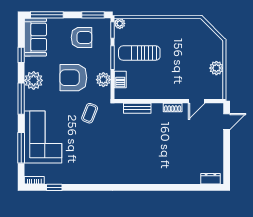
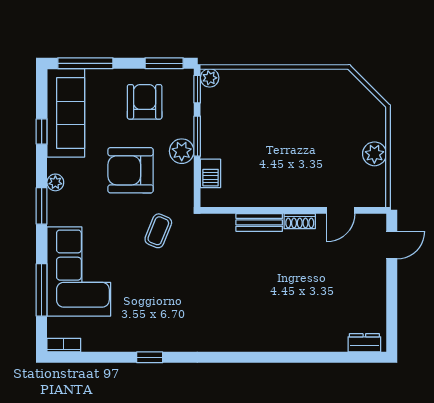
sofa: (35, 37) -> (66, 113), width x1.36
armchair: (82, 37) -> (145, 102), turned -90
sun lounger: (139, 53) -> (243, 128), removed
plant: (34, 80) -> (55, 182), width x0.53, depth x0.53
plant: (103, 80) -> (182, 151), moved
window: (21, 99) -> (42, 206), width x0.69
bench: (137, 108) -> (259, 222), moved
window: (54, 187) -> (150, 357), moved

